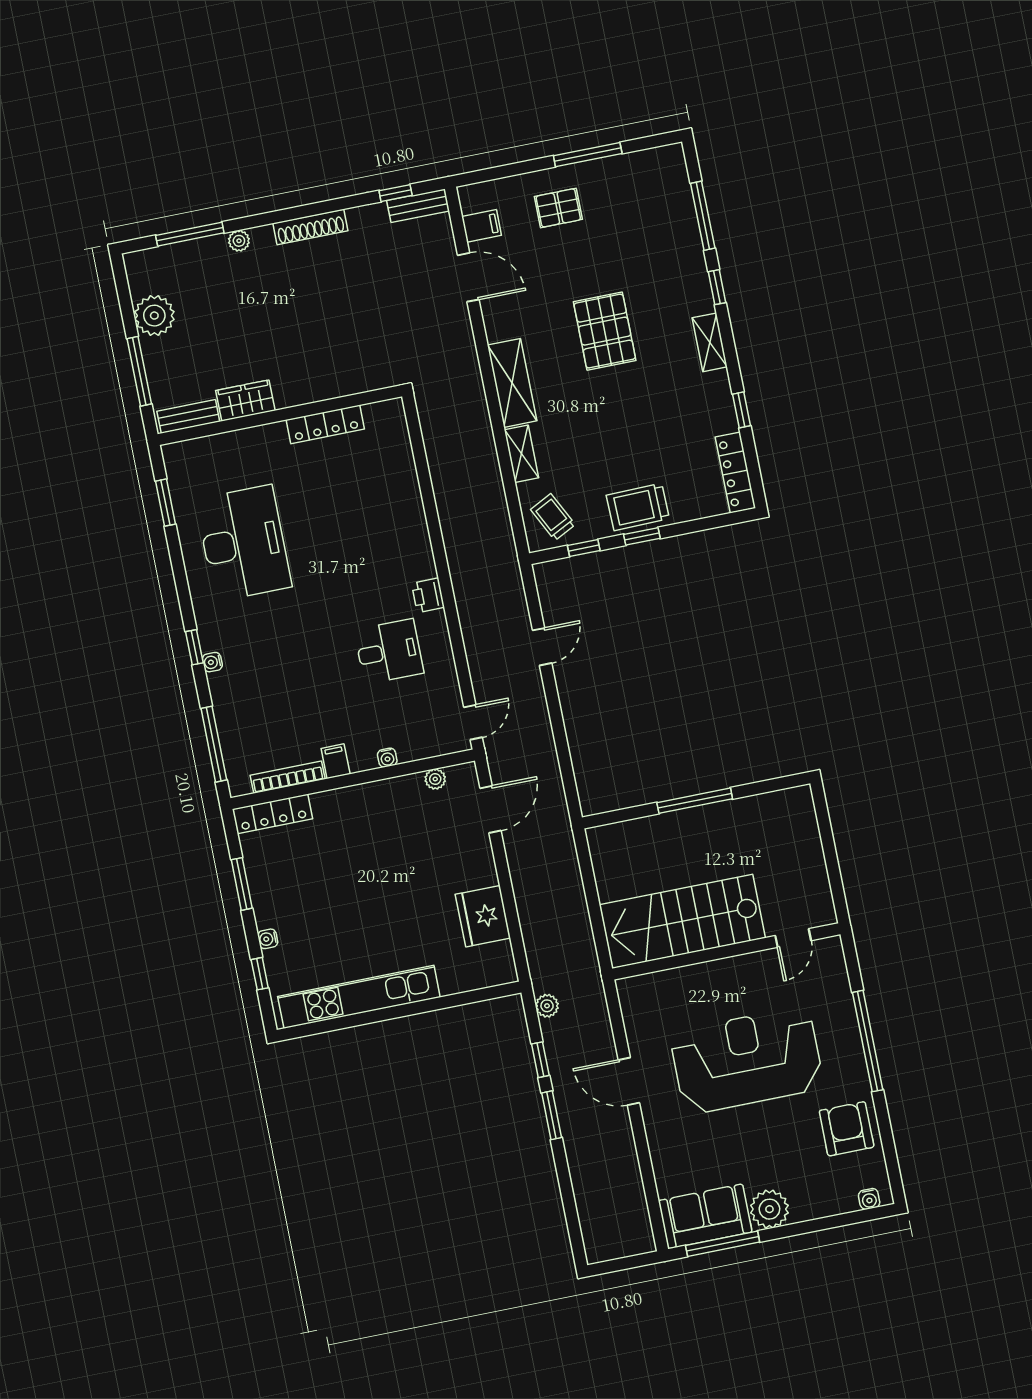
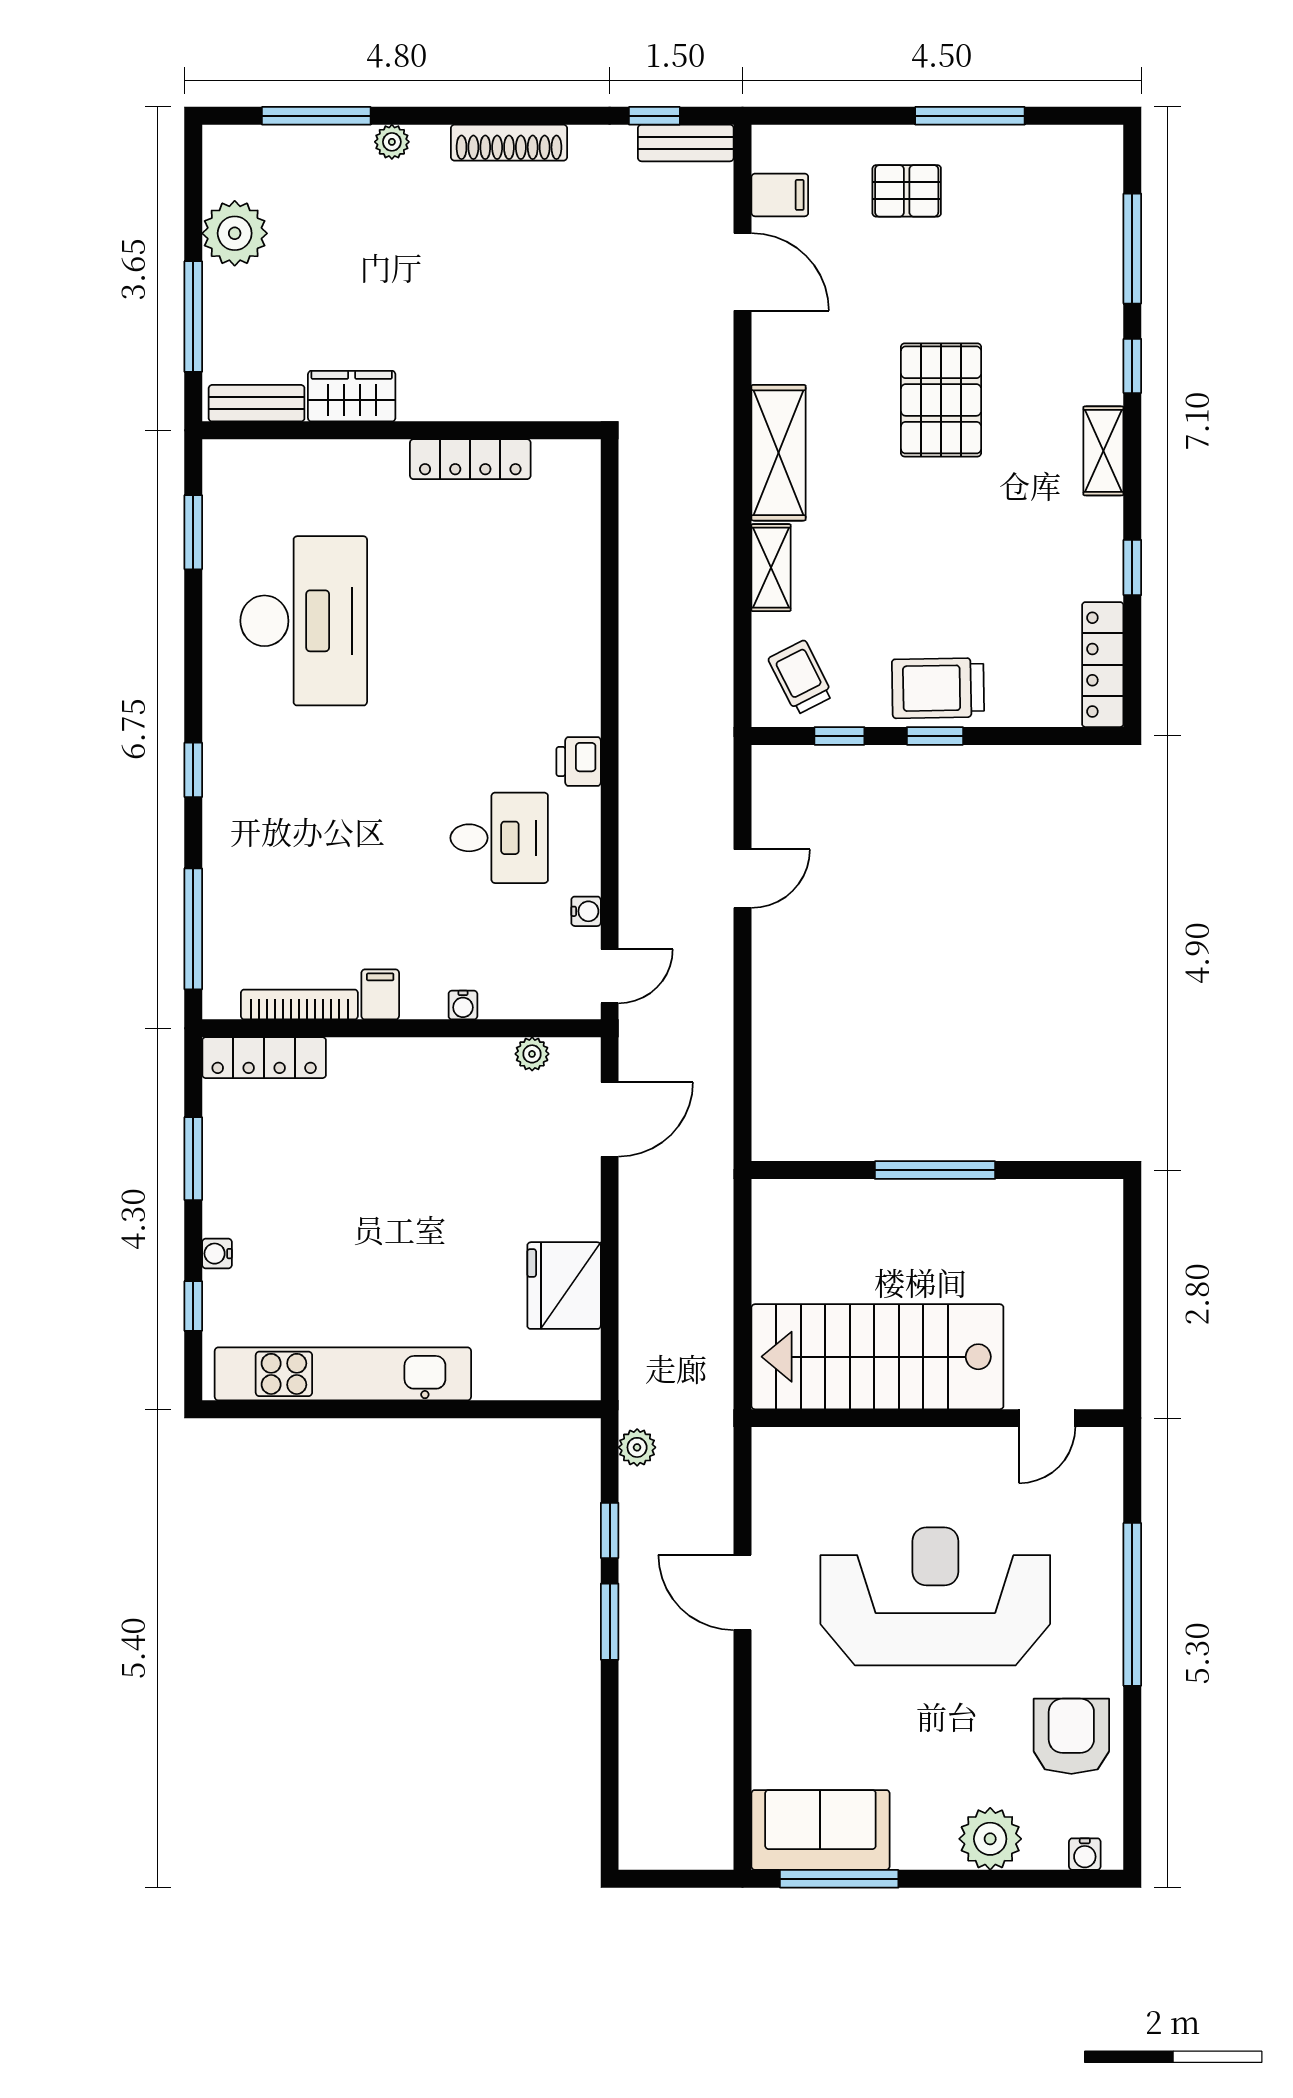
water cooler: (212, 662) -> (586, 911), moved, turned 180
plant: (769, 1209) -> (990, 1839), moved

